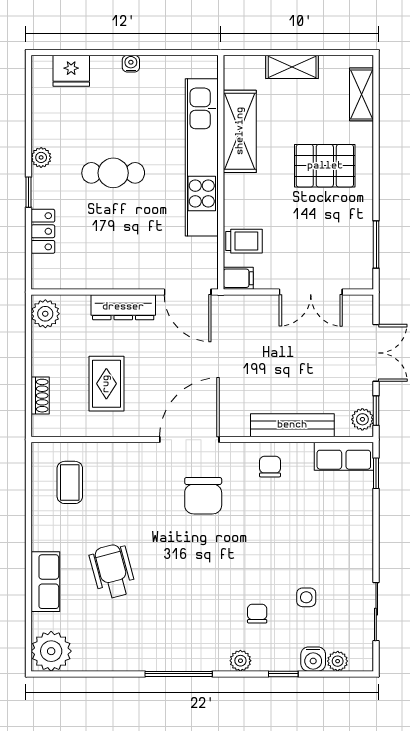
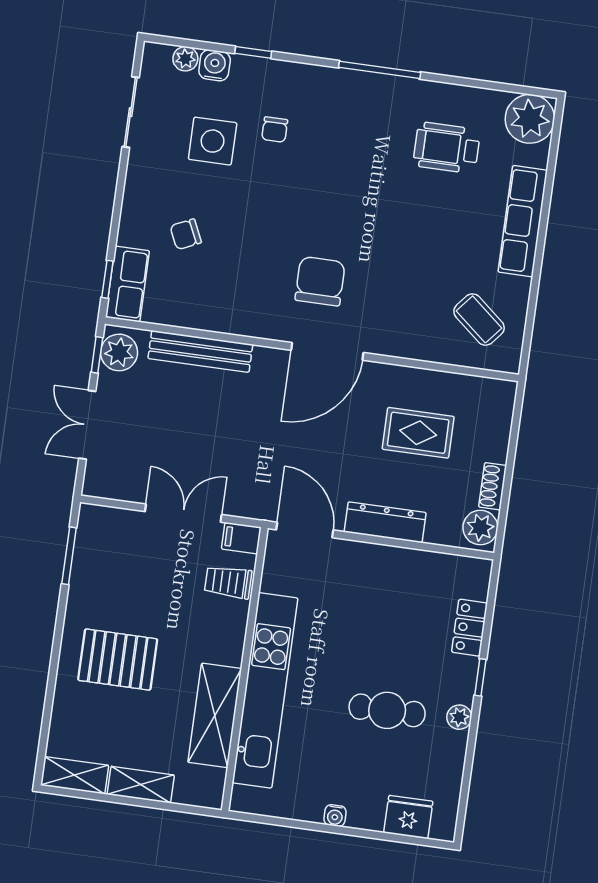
shelving: (361, 94) -> (75, 775), moved, turned 90
cafe table: (113, 173) -> (387, 710), moved
double door: (311, 292) -> (183, 513), moved
rug: (106, 384) -> (418, 433), turned 90
shoe rack: (40, 396) -> (493, 486), moved
plant: (362, 419) -> (119, 352), width x1.38, depth x1.38
row of seats: (344, 456) -> (127, 284), moved, turned 90
chair: (270, 467) -> (186, 234), moved, turned 65
coffee table: (70, 482) -> (479, 320), turned -50
wheelchair: (112, 571) -> (447, 148), moved, turned 105
row of seats: (45, 582) -> (523, 221), width x1.48
side table: (306, 597) -> (213, 141), width x1.87, depth x1.87
plant: (240, 661) -> (303, 76), removed

